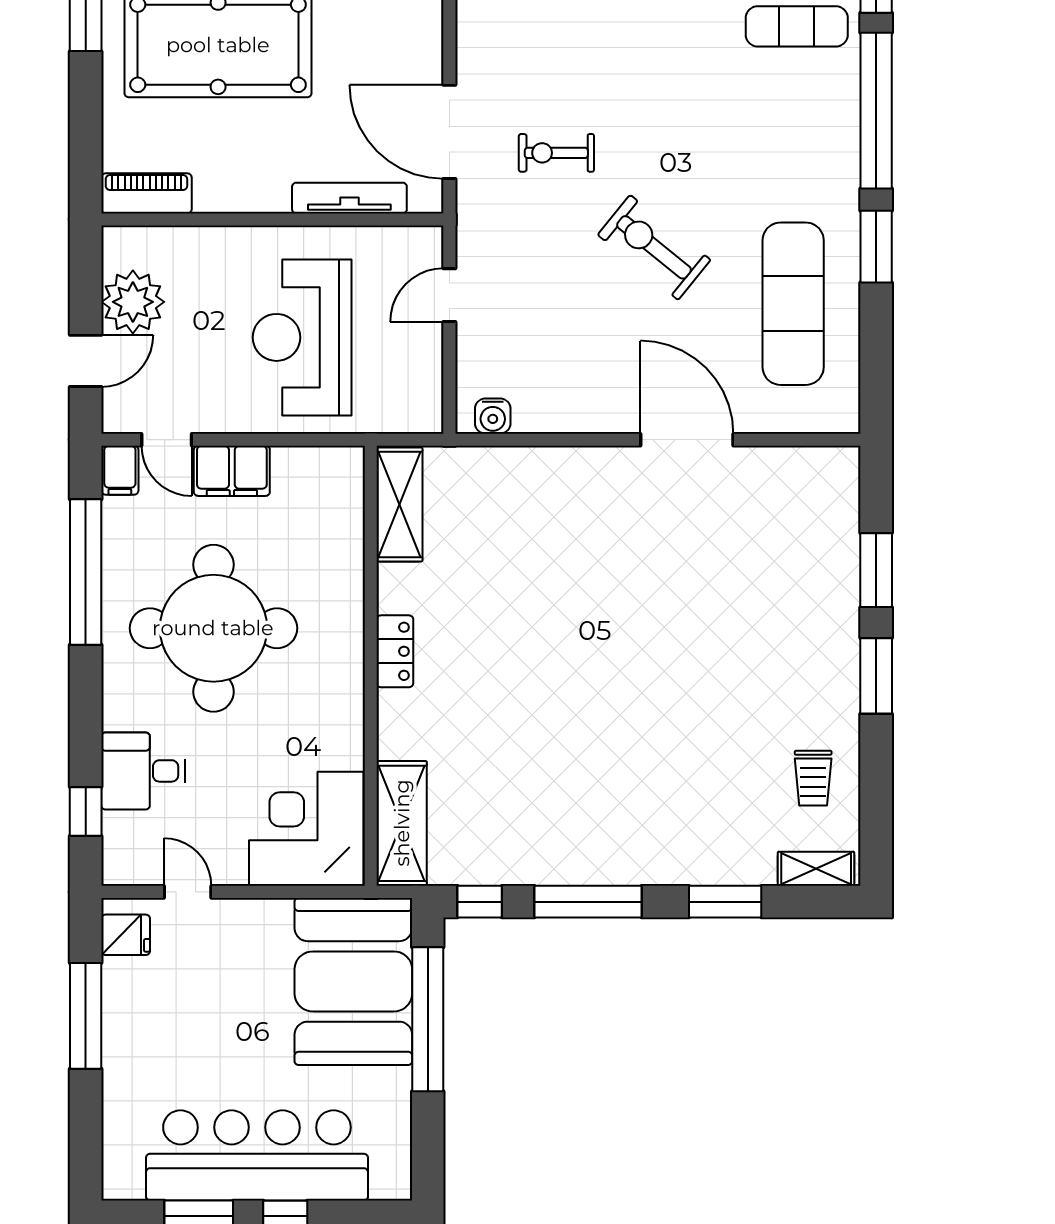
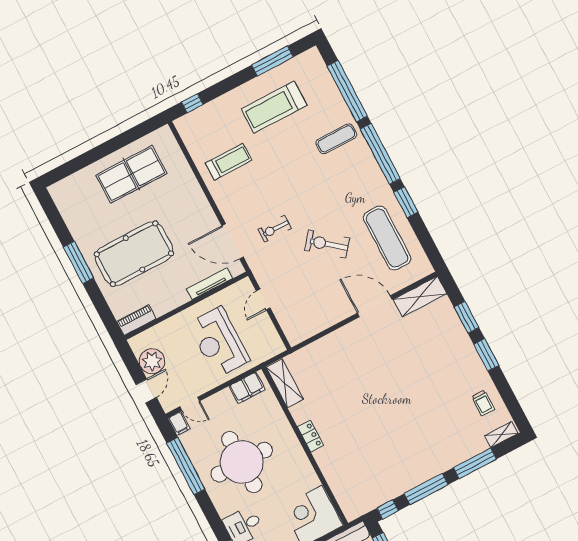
water cooler: (493, 416) -> (301, 334), removed
filing cabinet: (232, 471) -> (247, 388), moved
shelving: (402, 823) -> (420, 297), moved, turned 90
window: (725, 902) -> (475, 463), width x1.44

